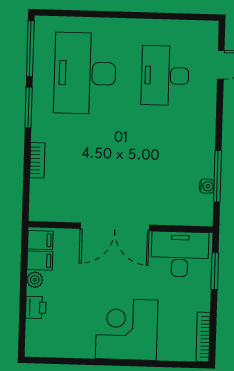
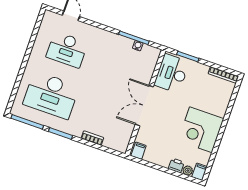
double door: (115, 227) -> (144, 106), swing flipped
filing cabinet: (40, 261) -> (199, 172), moved
plant: (35, 280) -> (188, 171), moved
corner desk: (127, 329) -> (201, 130), moved

